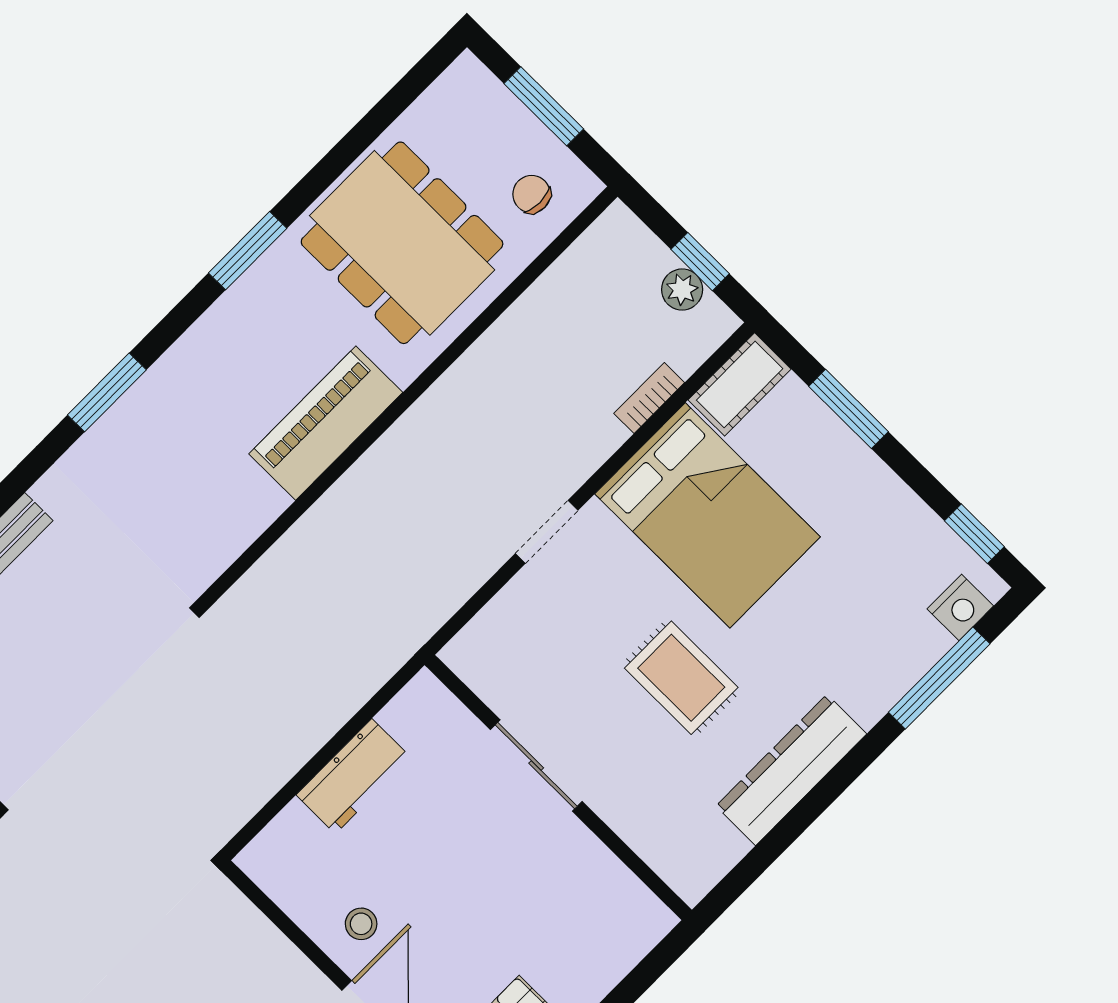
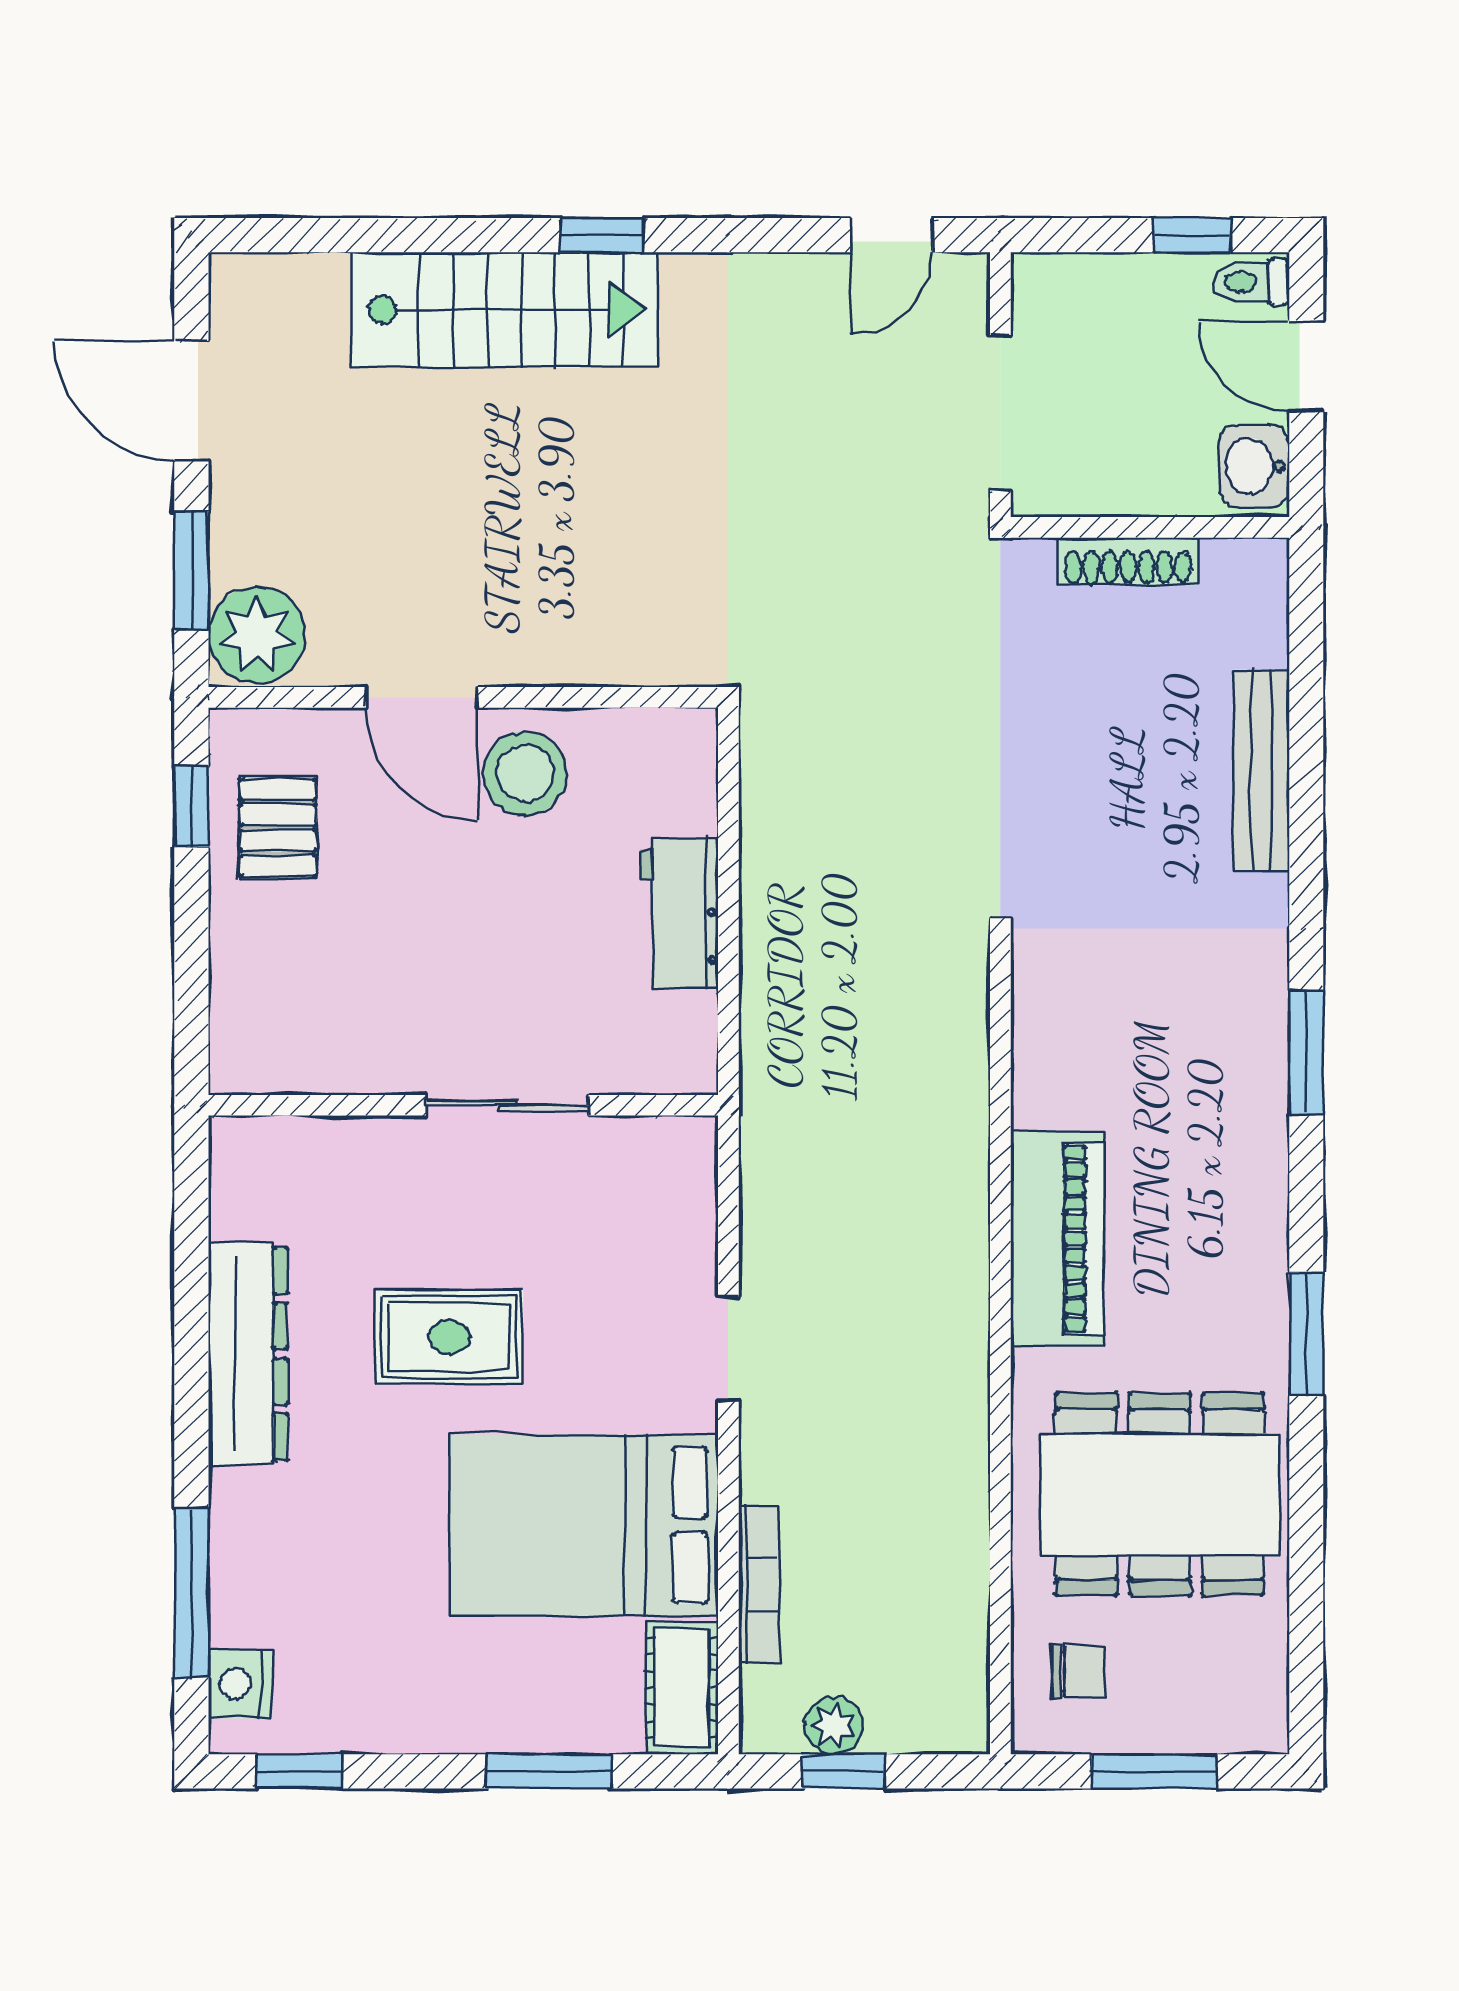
bookcase: (649, 398) -> (759, 1584), width x1.56
stool: (361, 924) -> (525, 773), width x1.89, depth x1.89

